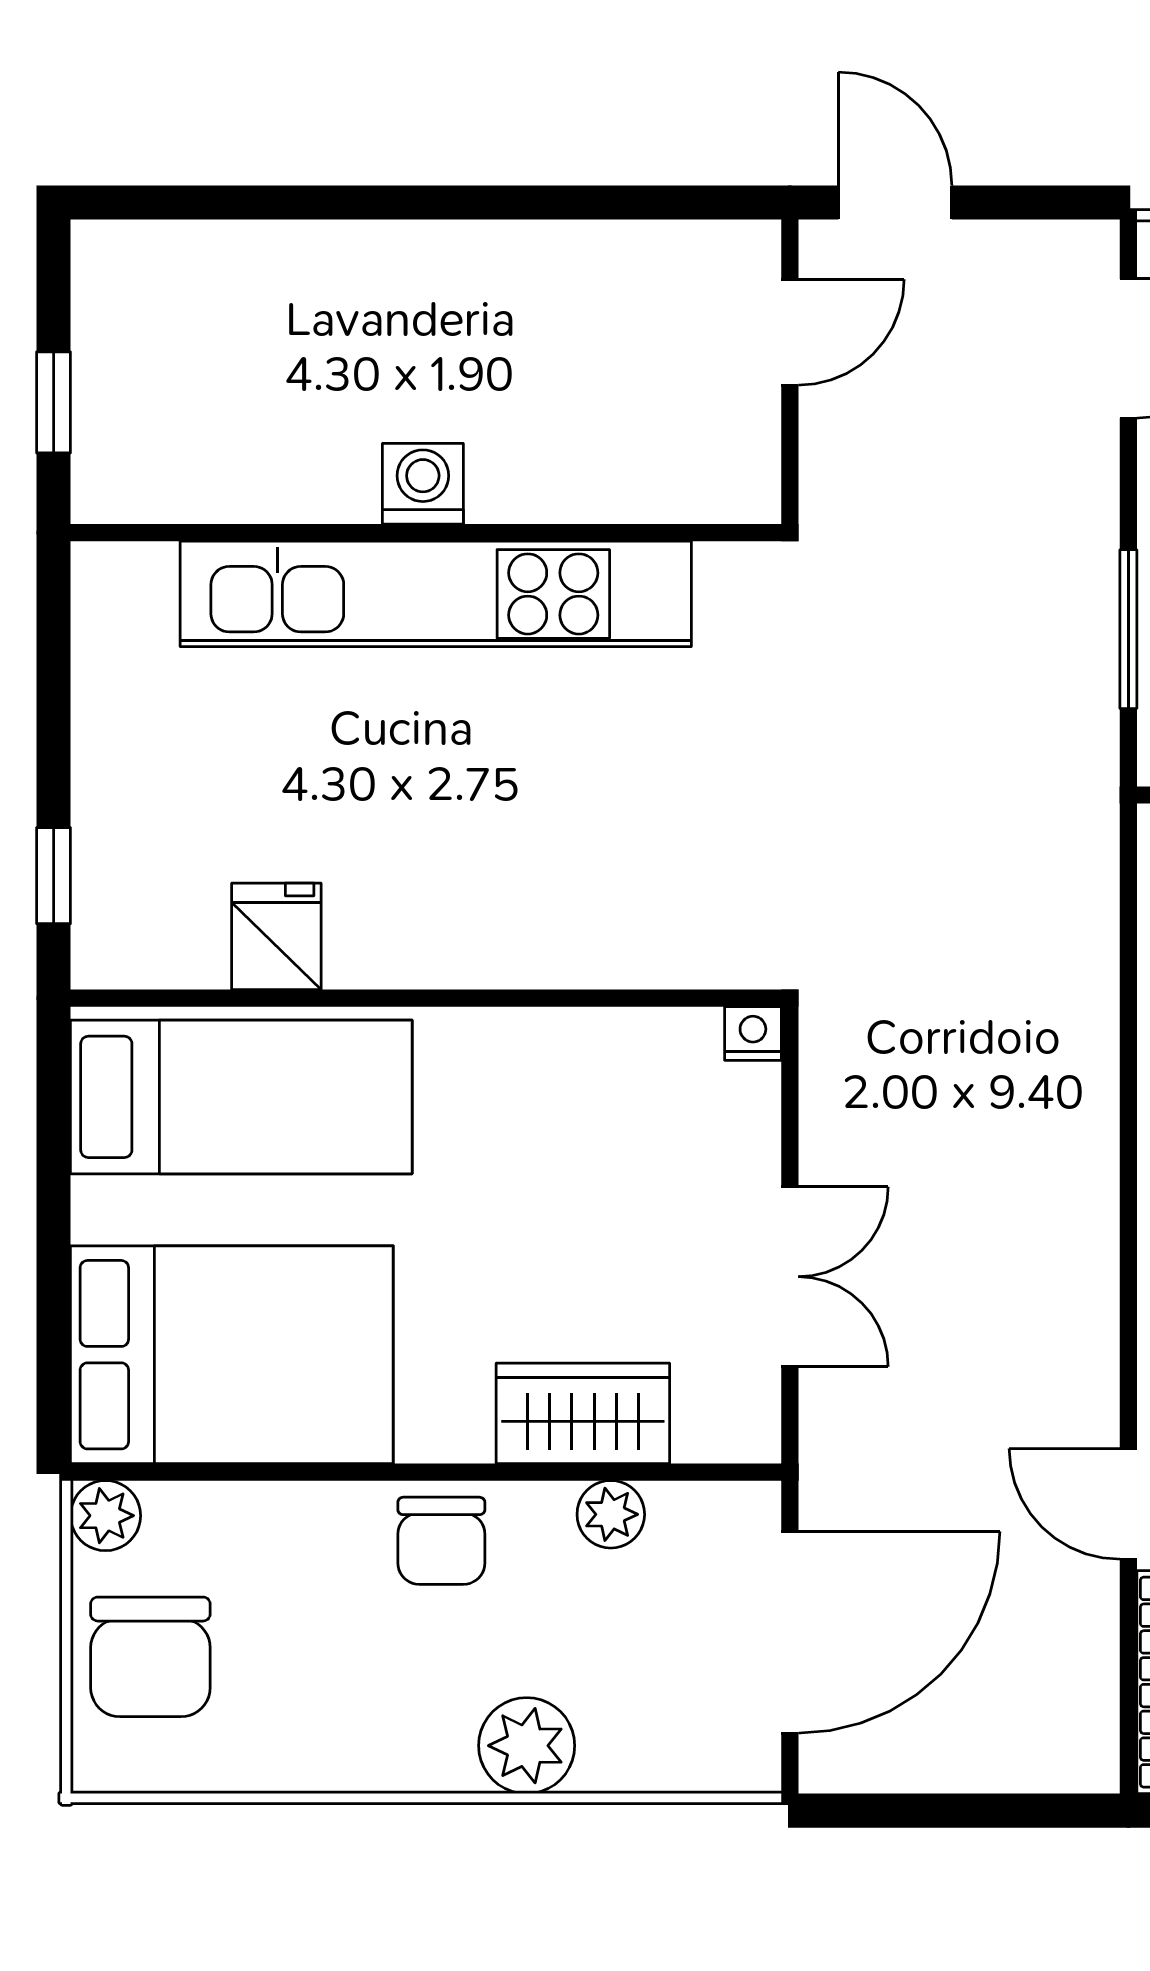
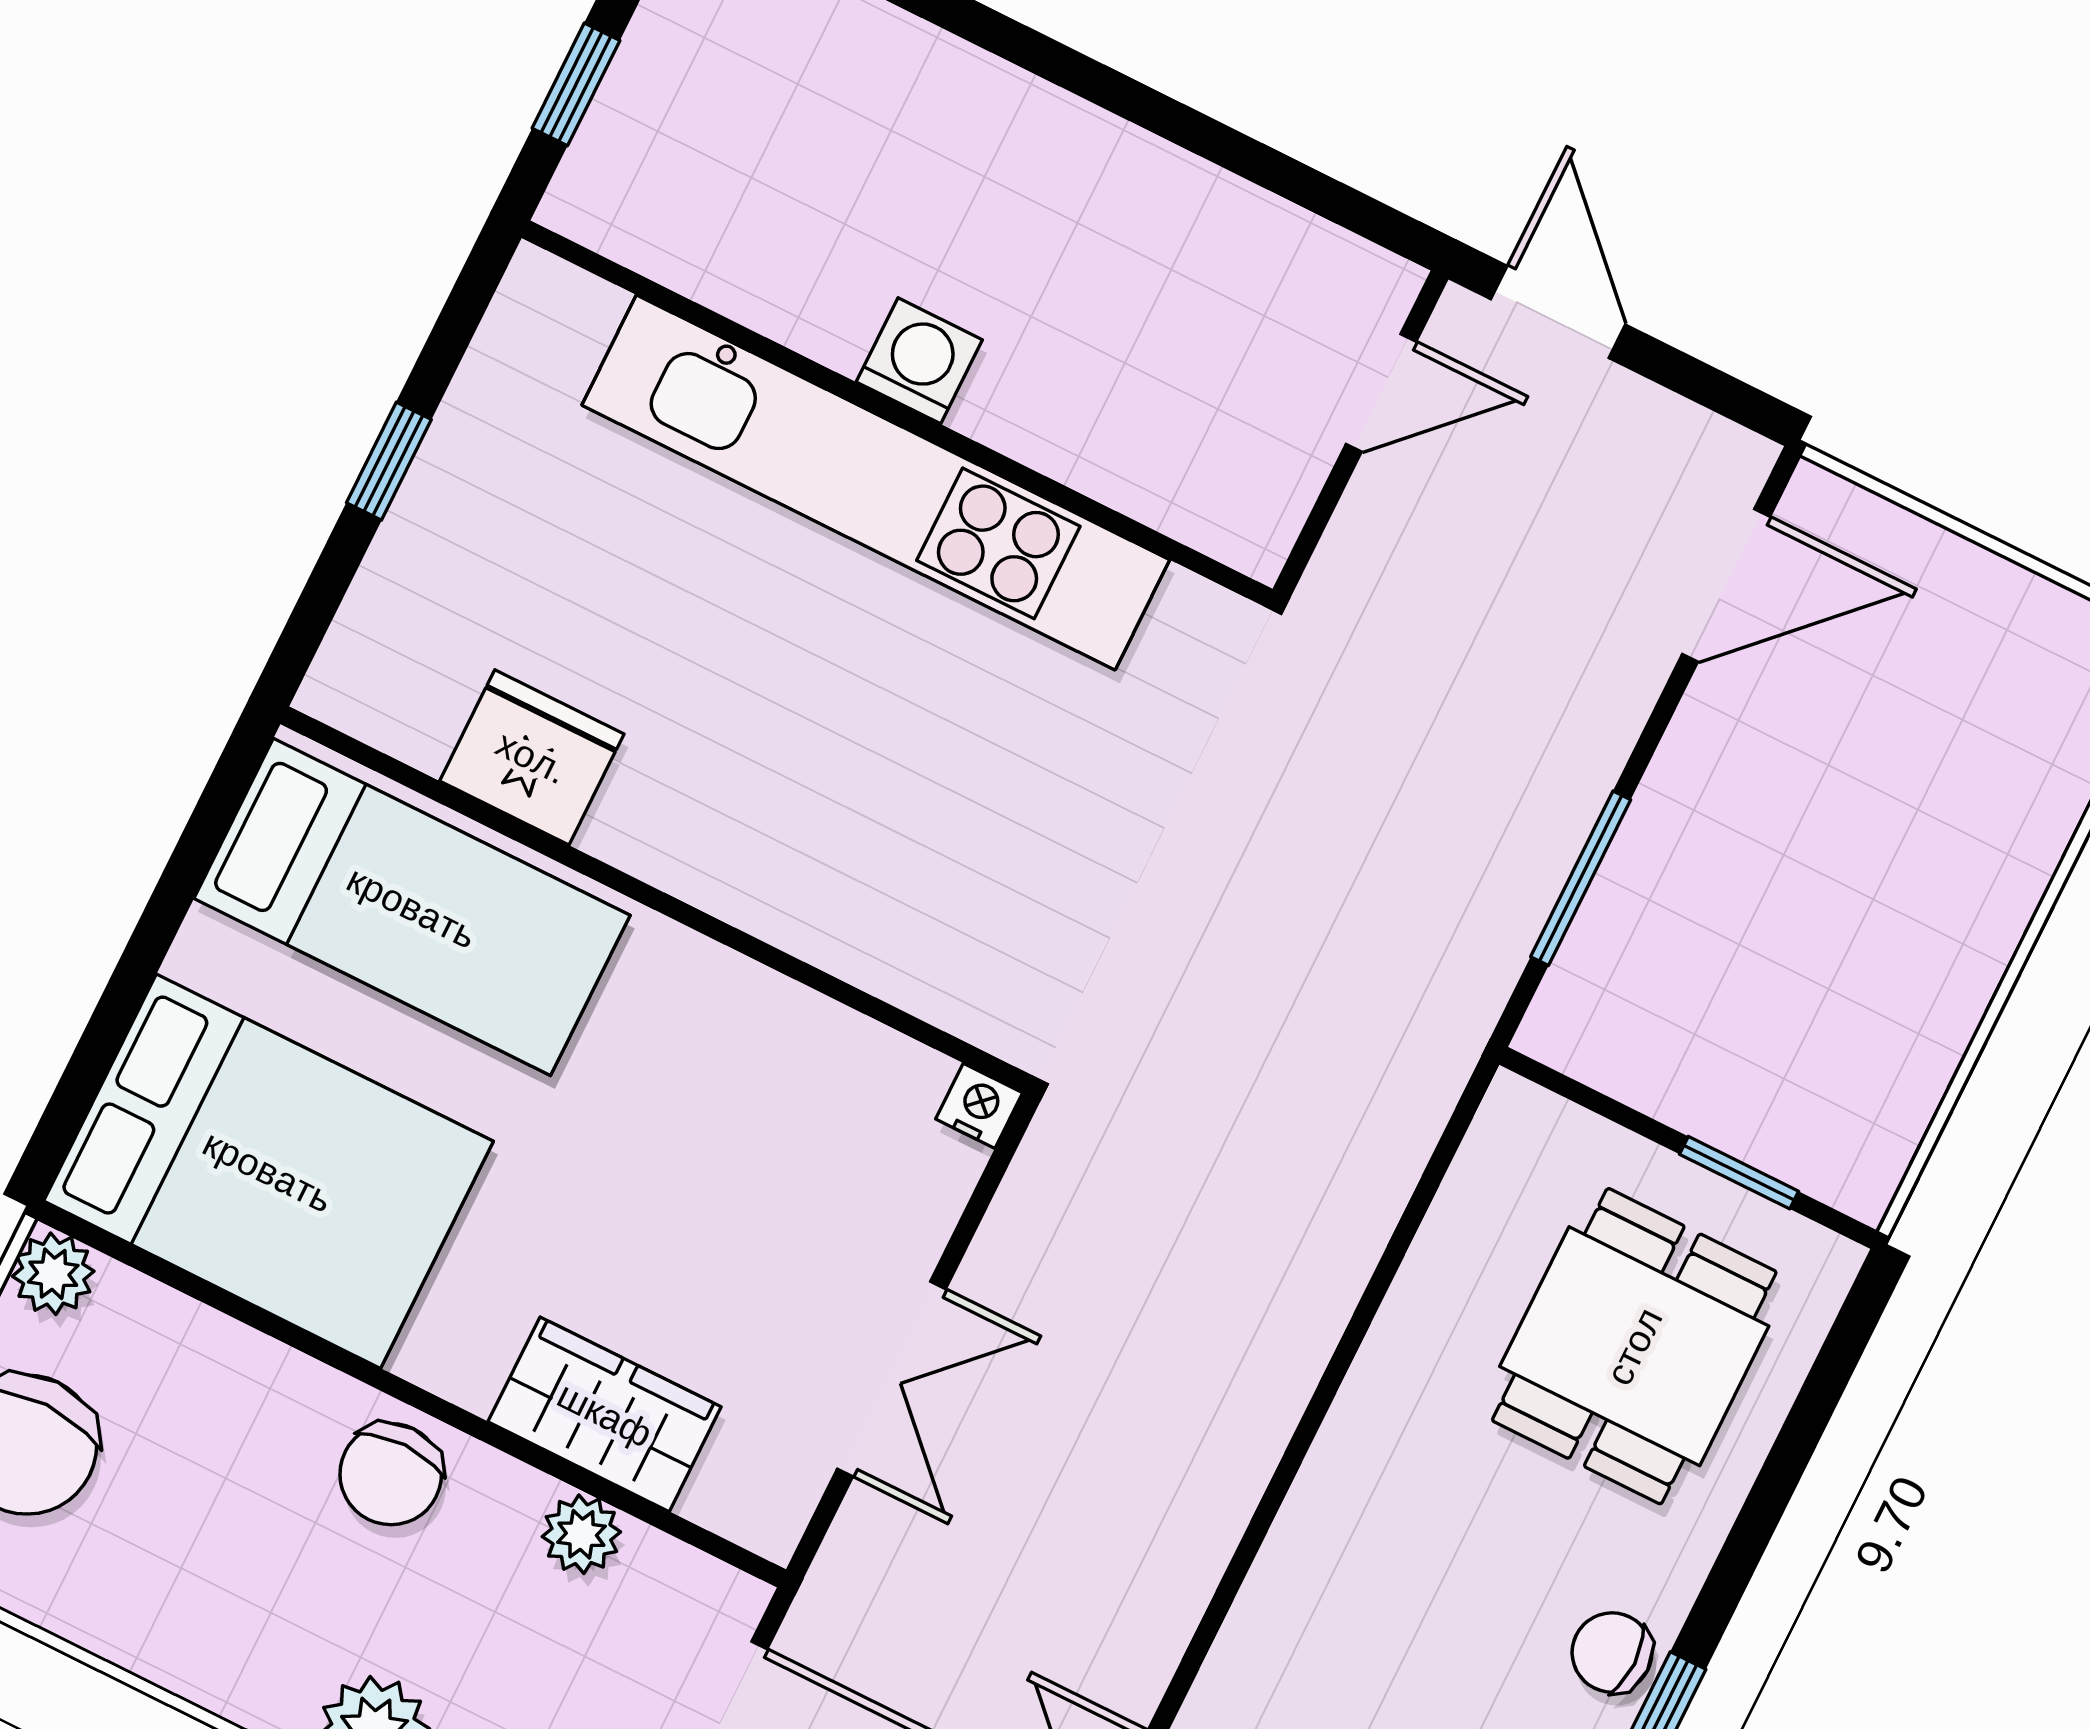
window: (54, 876) -> (389, 461), moved
fridge: (276, 936) -> (532, 757), width x1.38

